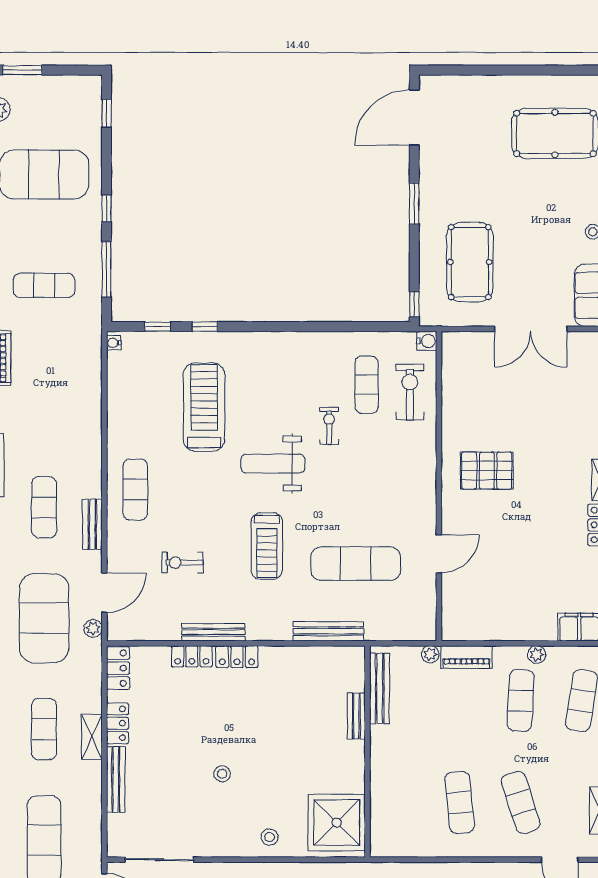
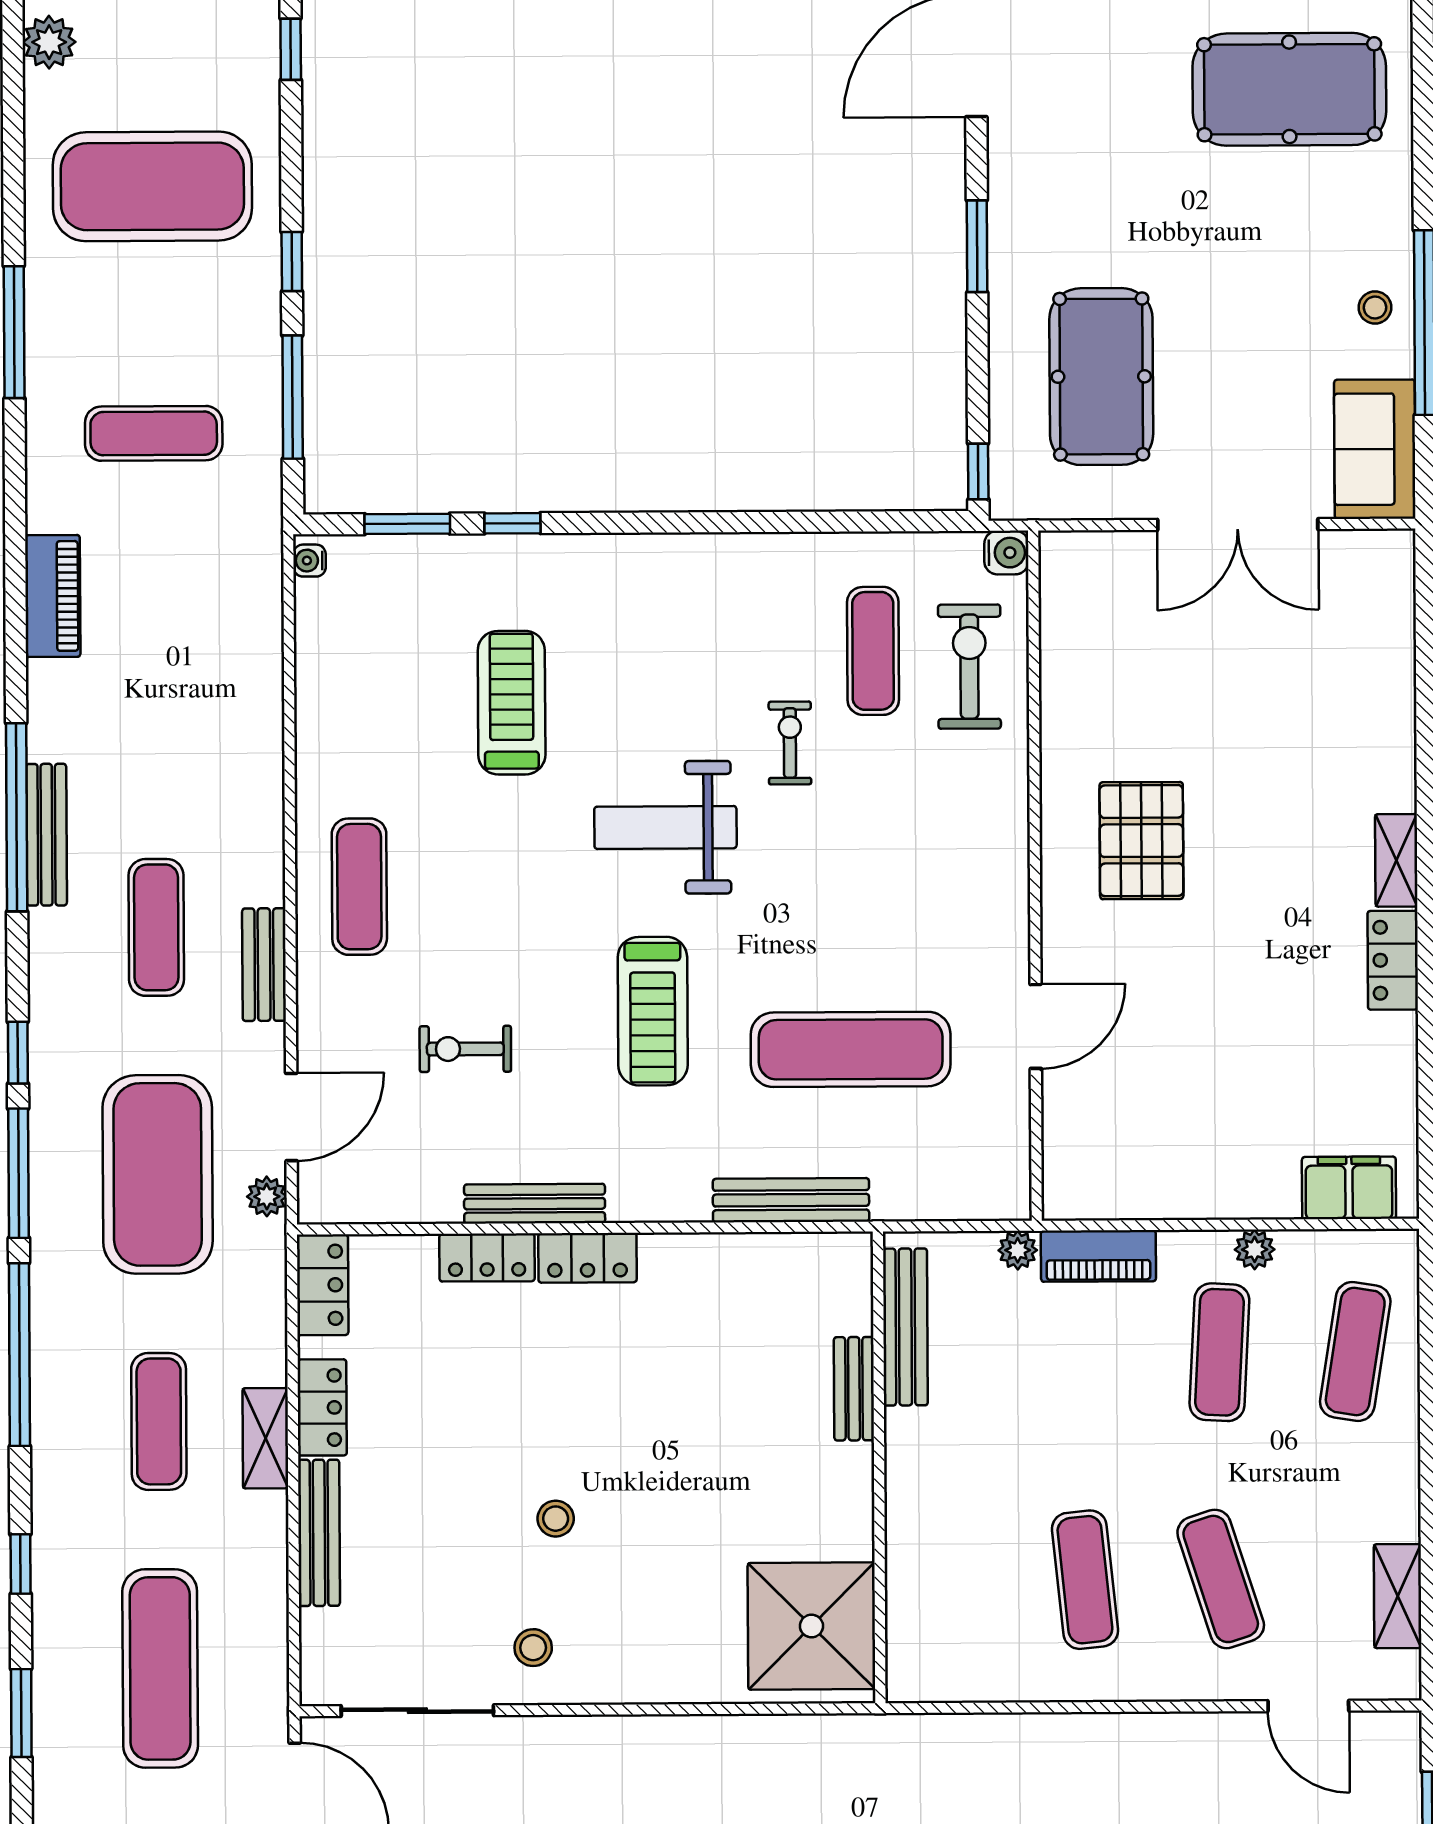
window: (158, 327) -> (407, 524), width x1.50
treadmill: (204, 407) -> (512, 703), width x0.73, depth x0.73
pallet: (487, 471) -> (1141, 841), turned 90
stool: (270, 837) -> (533, 1648), moved

